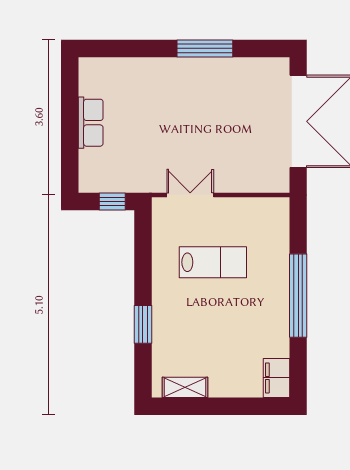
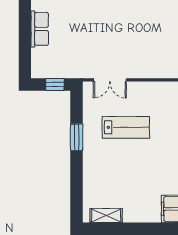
double door: (190, 195) -> (110, 80), swing flipped
window: (143, 324) -> (77, 137), moved

